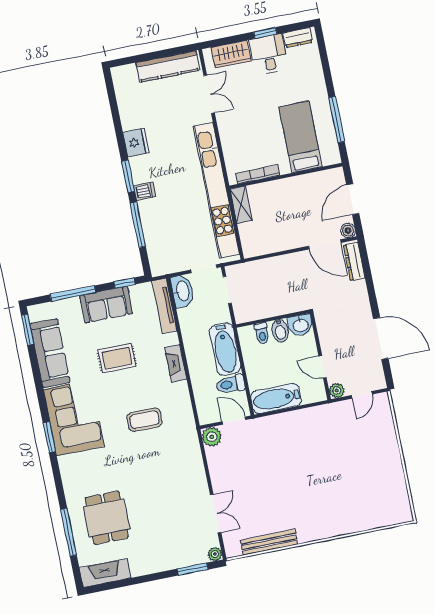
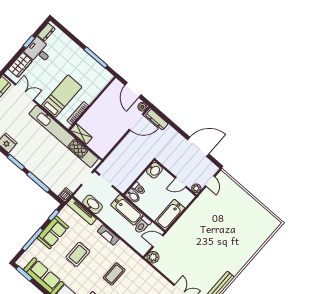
bed: (300, 137) -> (62, 96), moved, turned 90
dishwasher: (145, 191) -> (65, 195), moved
washbasin: (182, 291) -> (92, 204), moved
bidet: (280, 331) -> (133, 196), moved

